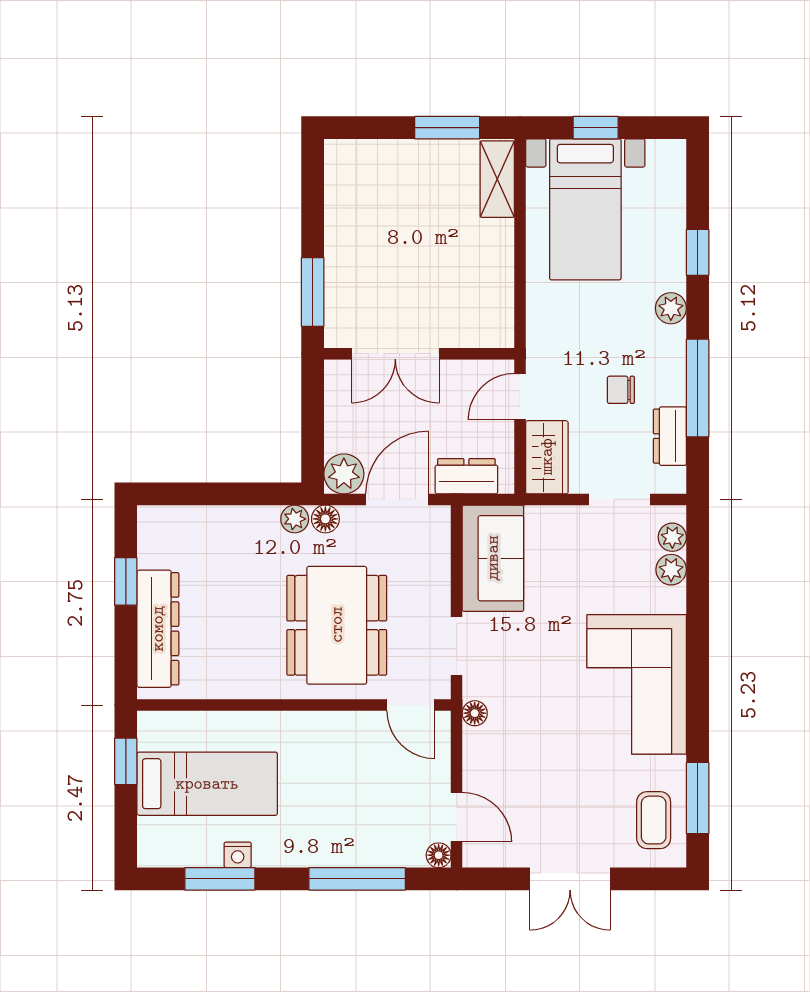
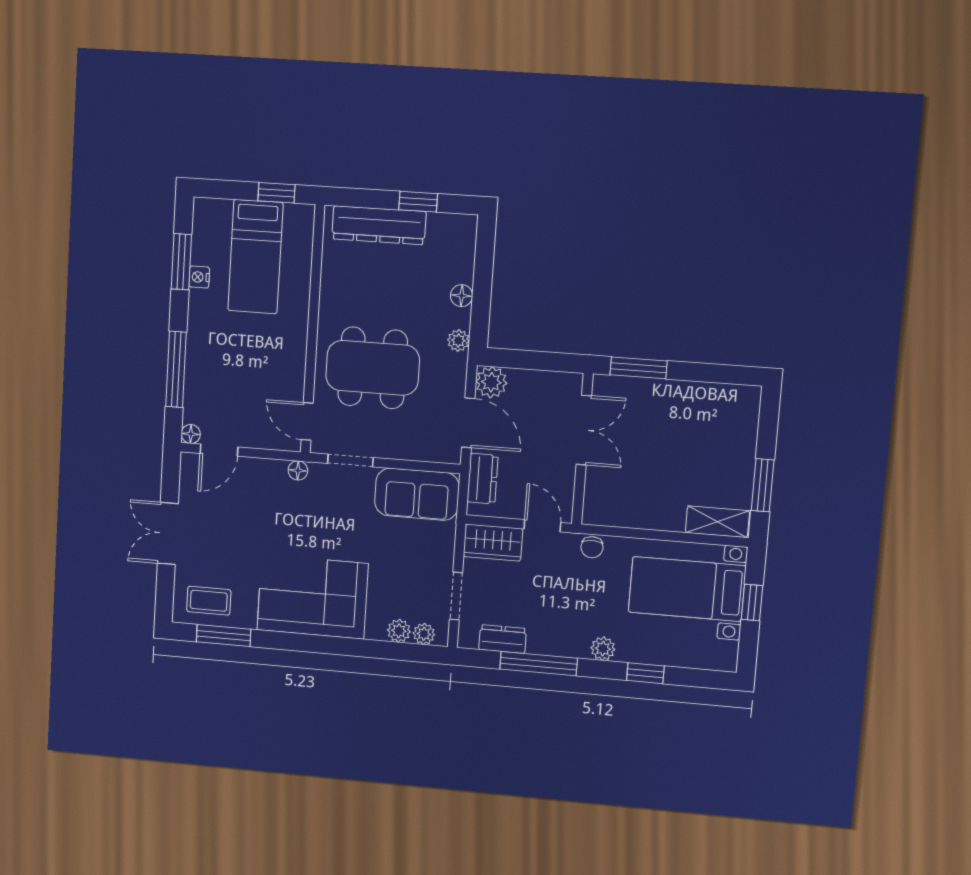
double door: (395, 354) -> (584, 430), swing flipped
chair: (621, 390) -> (592, 547), moved, turned 180
floor lamp: (325, 519) -> (462, 296), moved
door: (411, 705) -> (307, 421), hinge flipped

